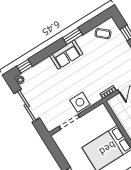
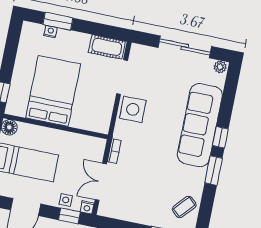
sofa: (66, 55) -> (200, 125), width x1.85, depth x1.27
window: (24, 66) -> (220, 137), moved
cot: (62, 143) -> (107, 47), added

